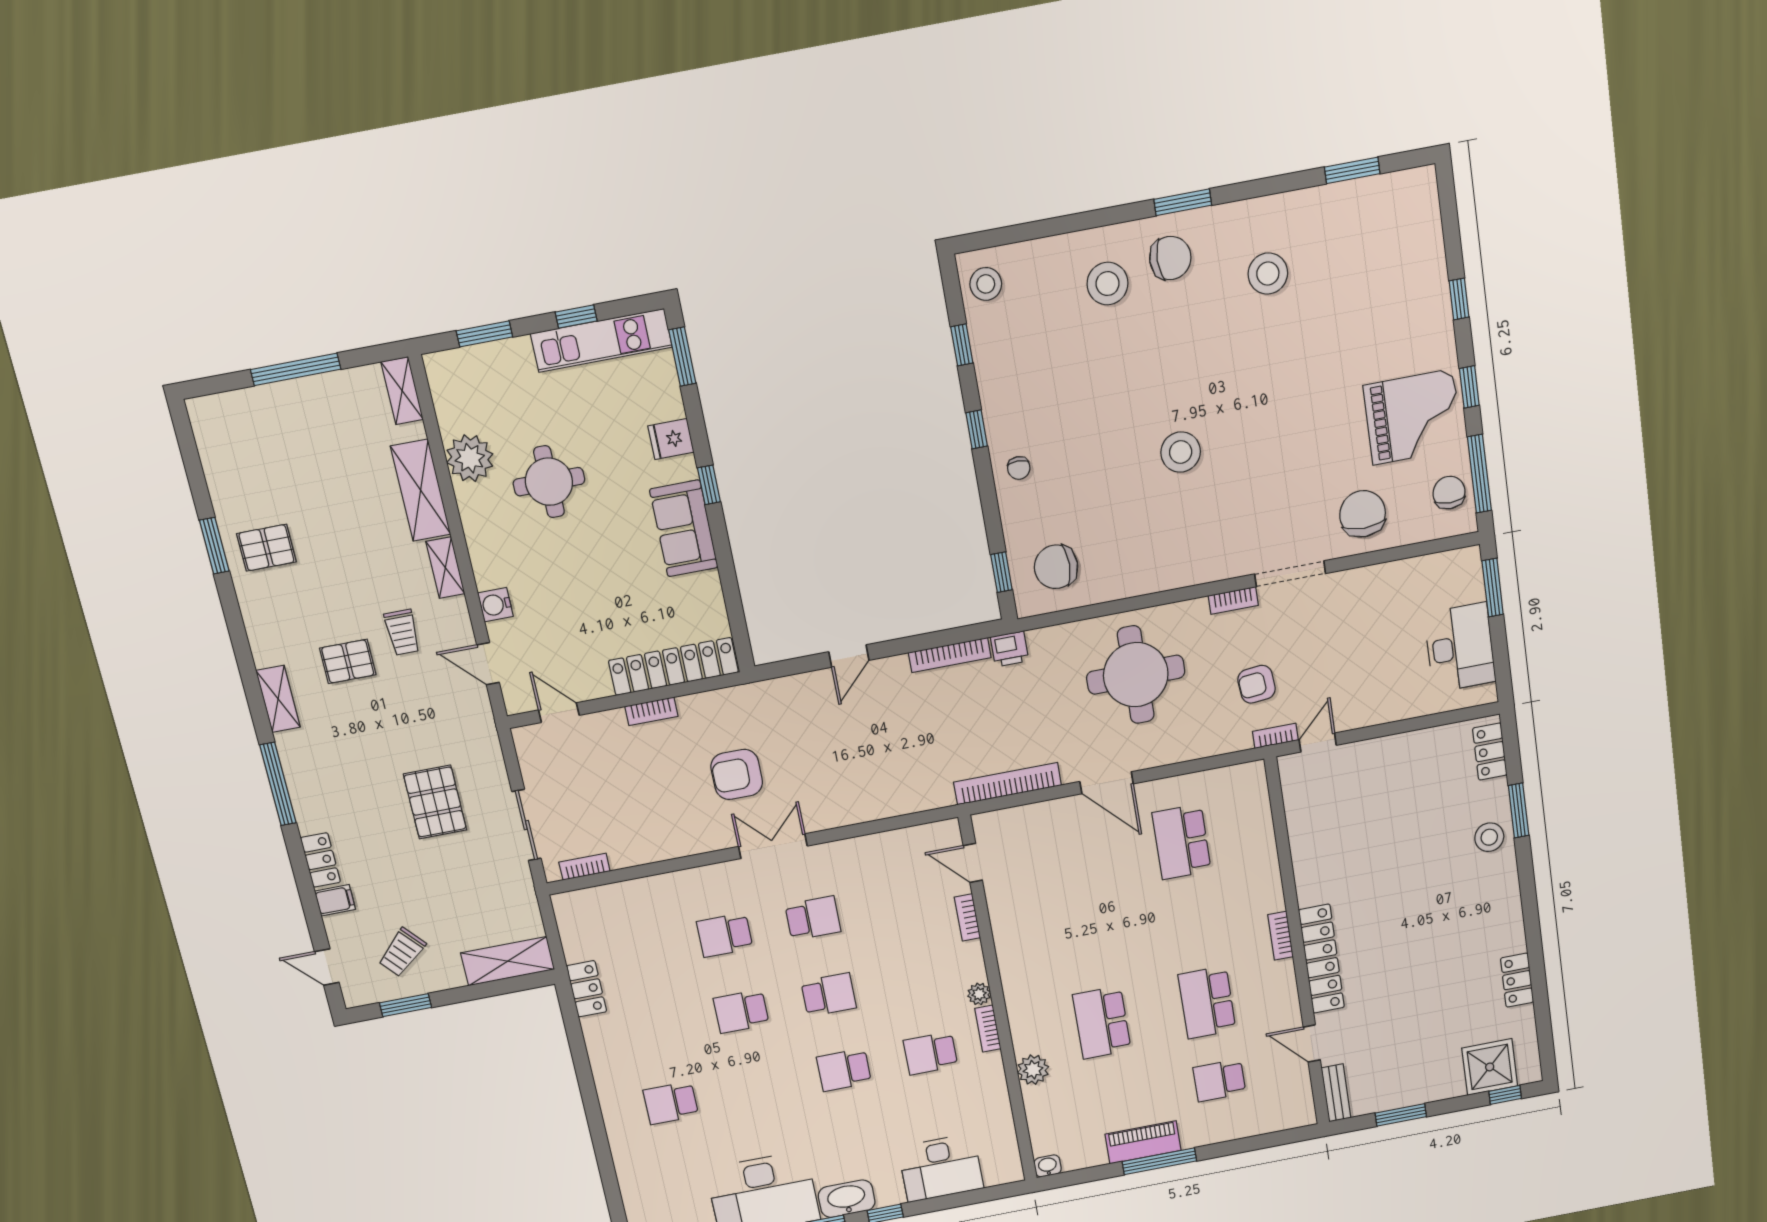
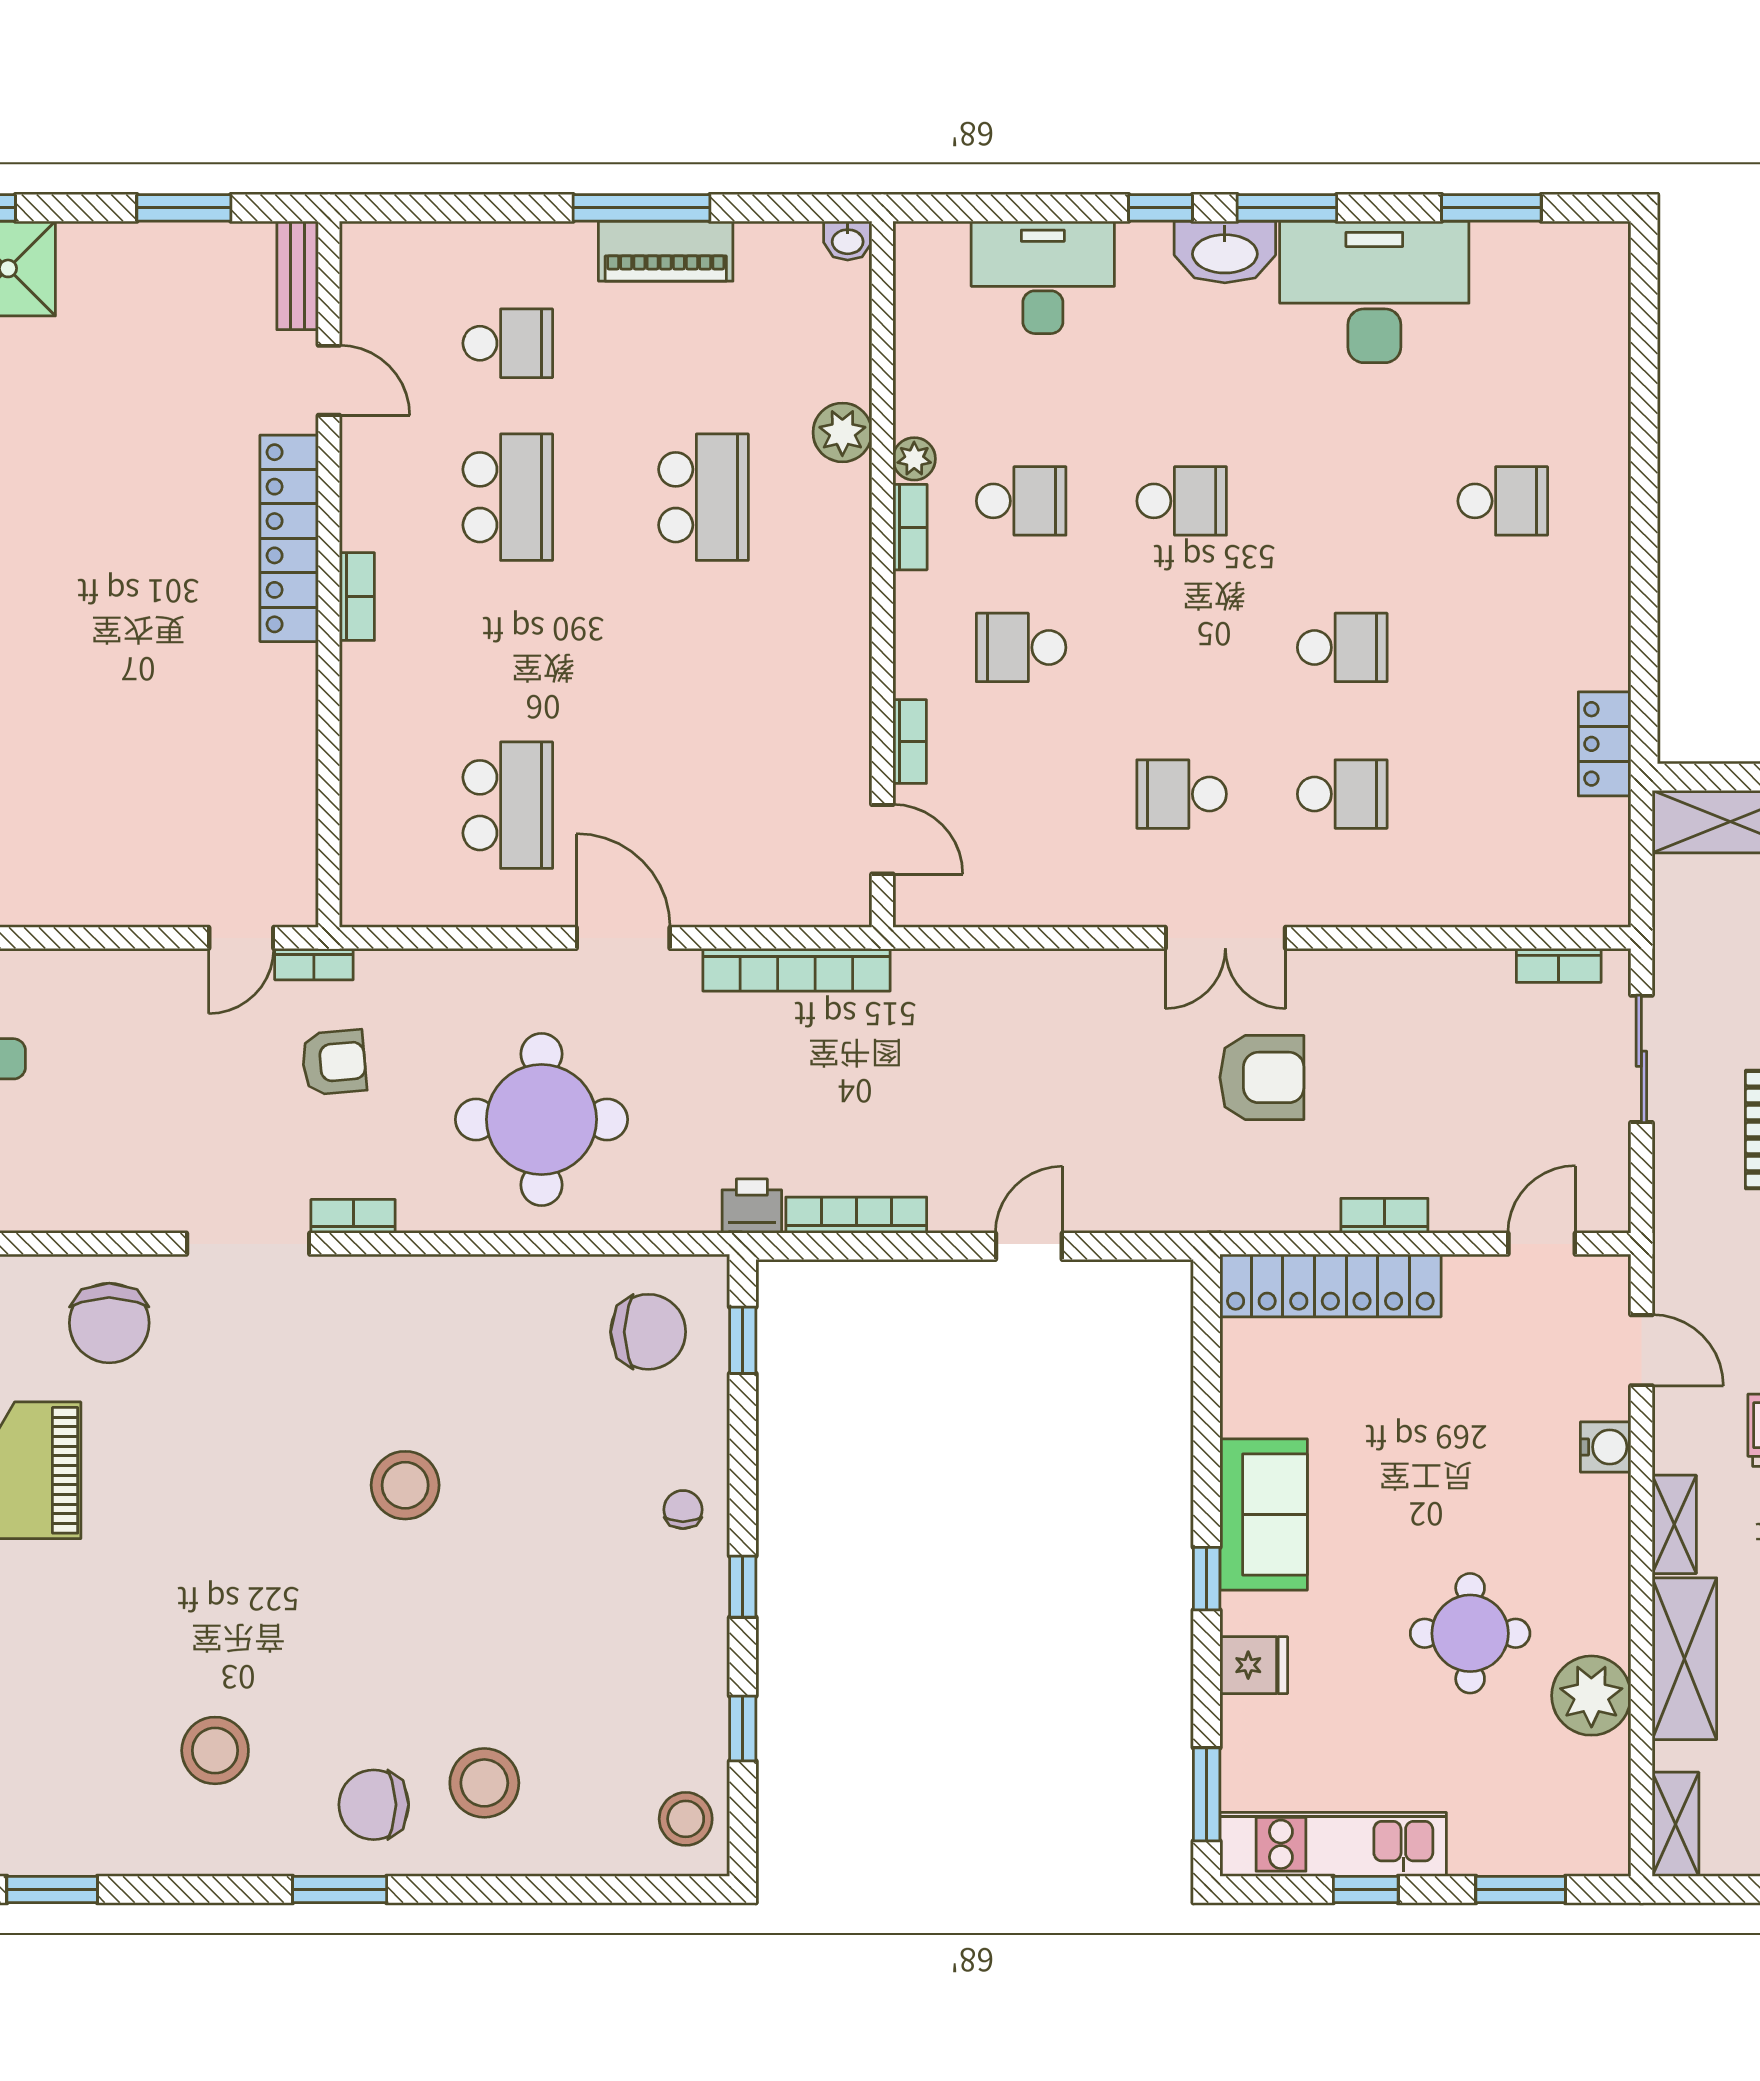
door: (559, 713) -> (1542, 1244), swing flipped
plant: (979, 994) -> (914, 459), moved
school desk: (829, 995) -> (1021, 647), moved

